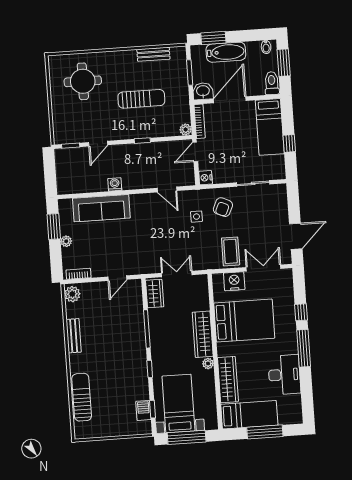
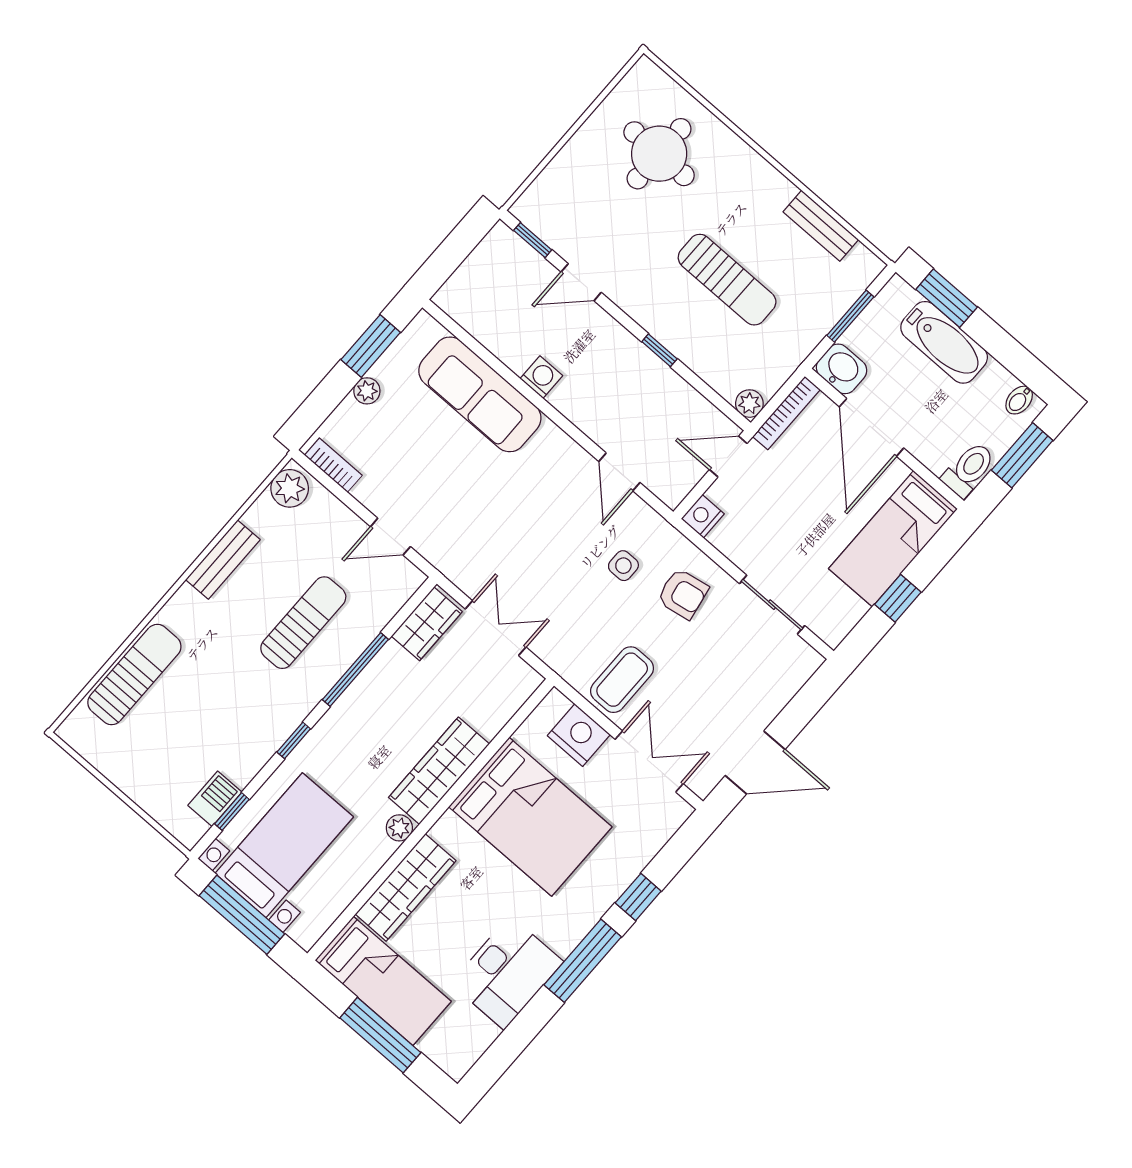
door: (230, 100) -> (872, 427), swing flipped
armchair: (223, 207) -> (683, 594), turned -124
sun lounger: (117, 331) -> (303, 623), added

